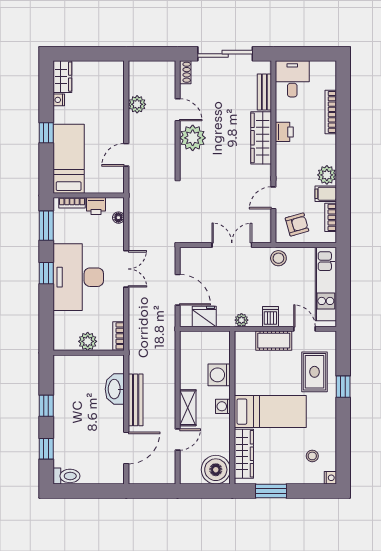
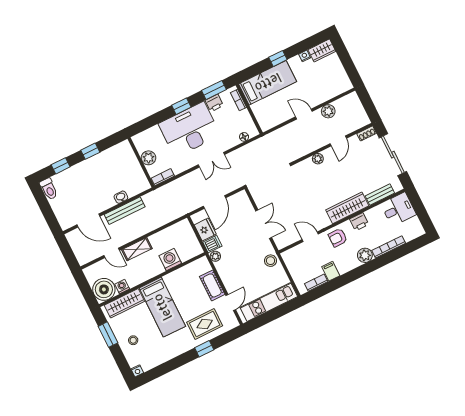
plant: (193, 138) -> (318, 159), width x0.53, depth x0.53
door: (126, 155) -> (304, 114), moved
plant: (327, 175) -> (365, 255), moved
printer: (96, 206) -> (214, 103), moved, turned -90
armchair: (297, 224) -> (338, 238), moved, turned 106
dishwasher: (270, 317) -> (212, 244), moved
washbasin: (115, 389) -> (121, 197), width x0.52, depth x0.69
washing machine: (223, 406) -> (122, 287), moved
stool: (312, 456) -> (133, 340), moved

